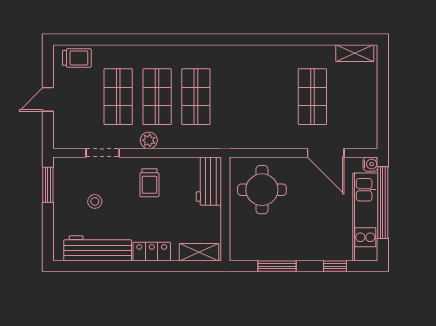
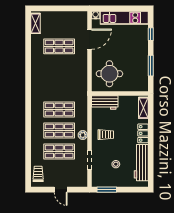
window: (383, 203) -> (116, 8), removed

